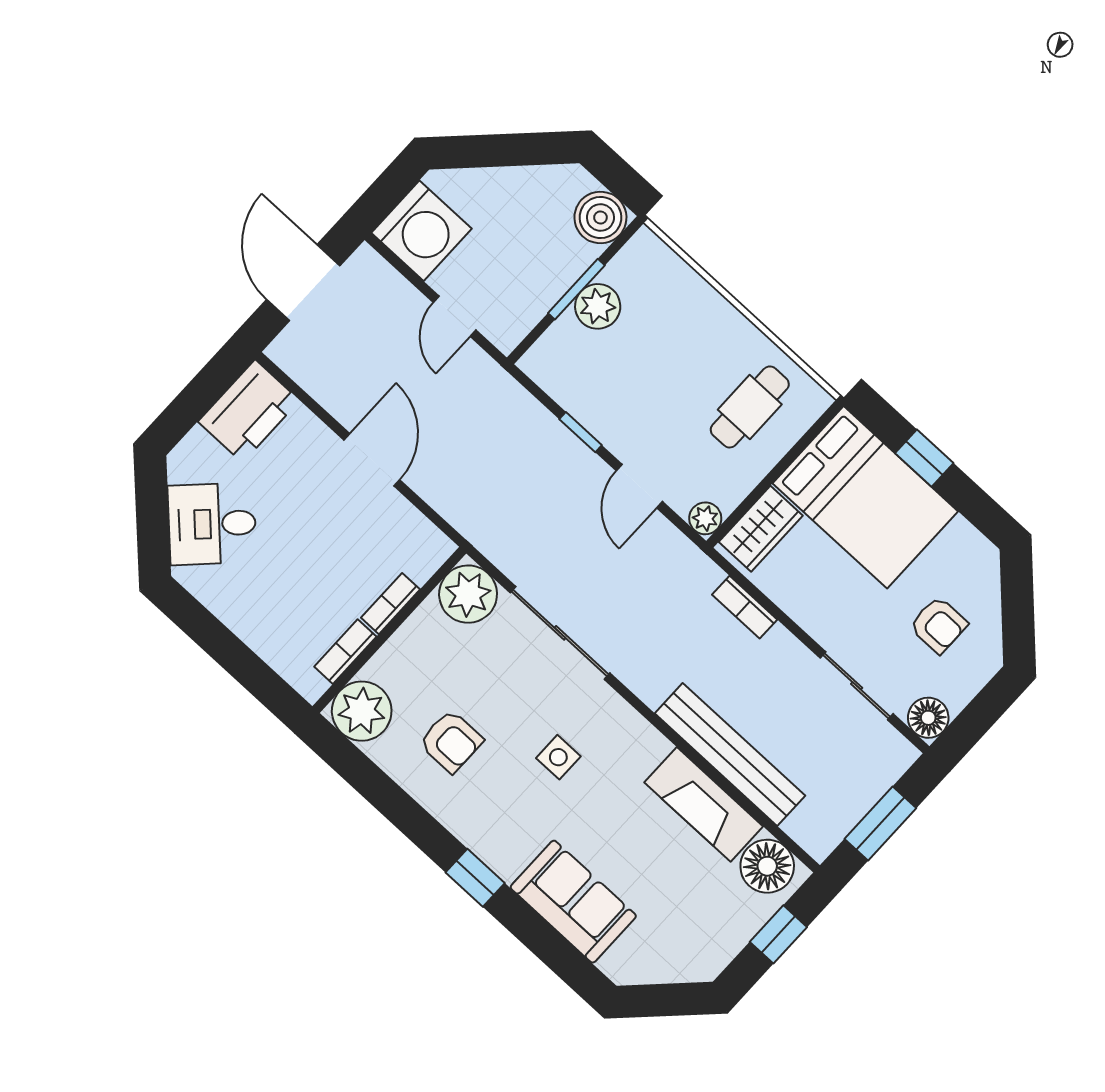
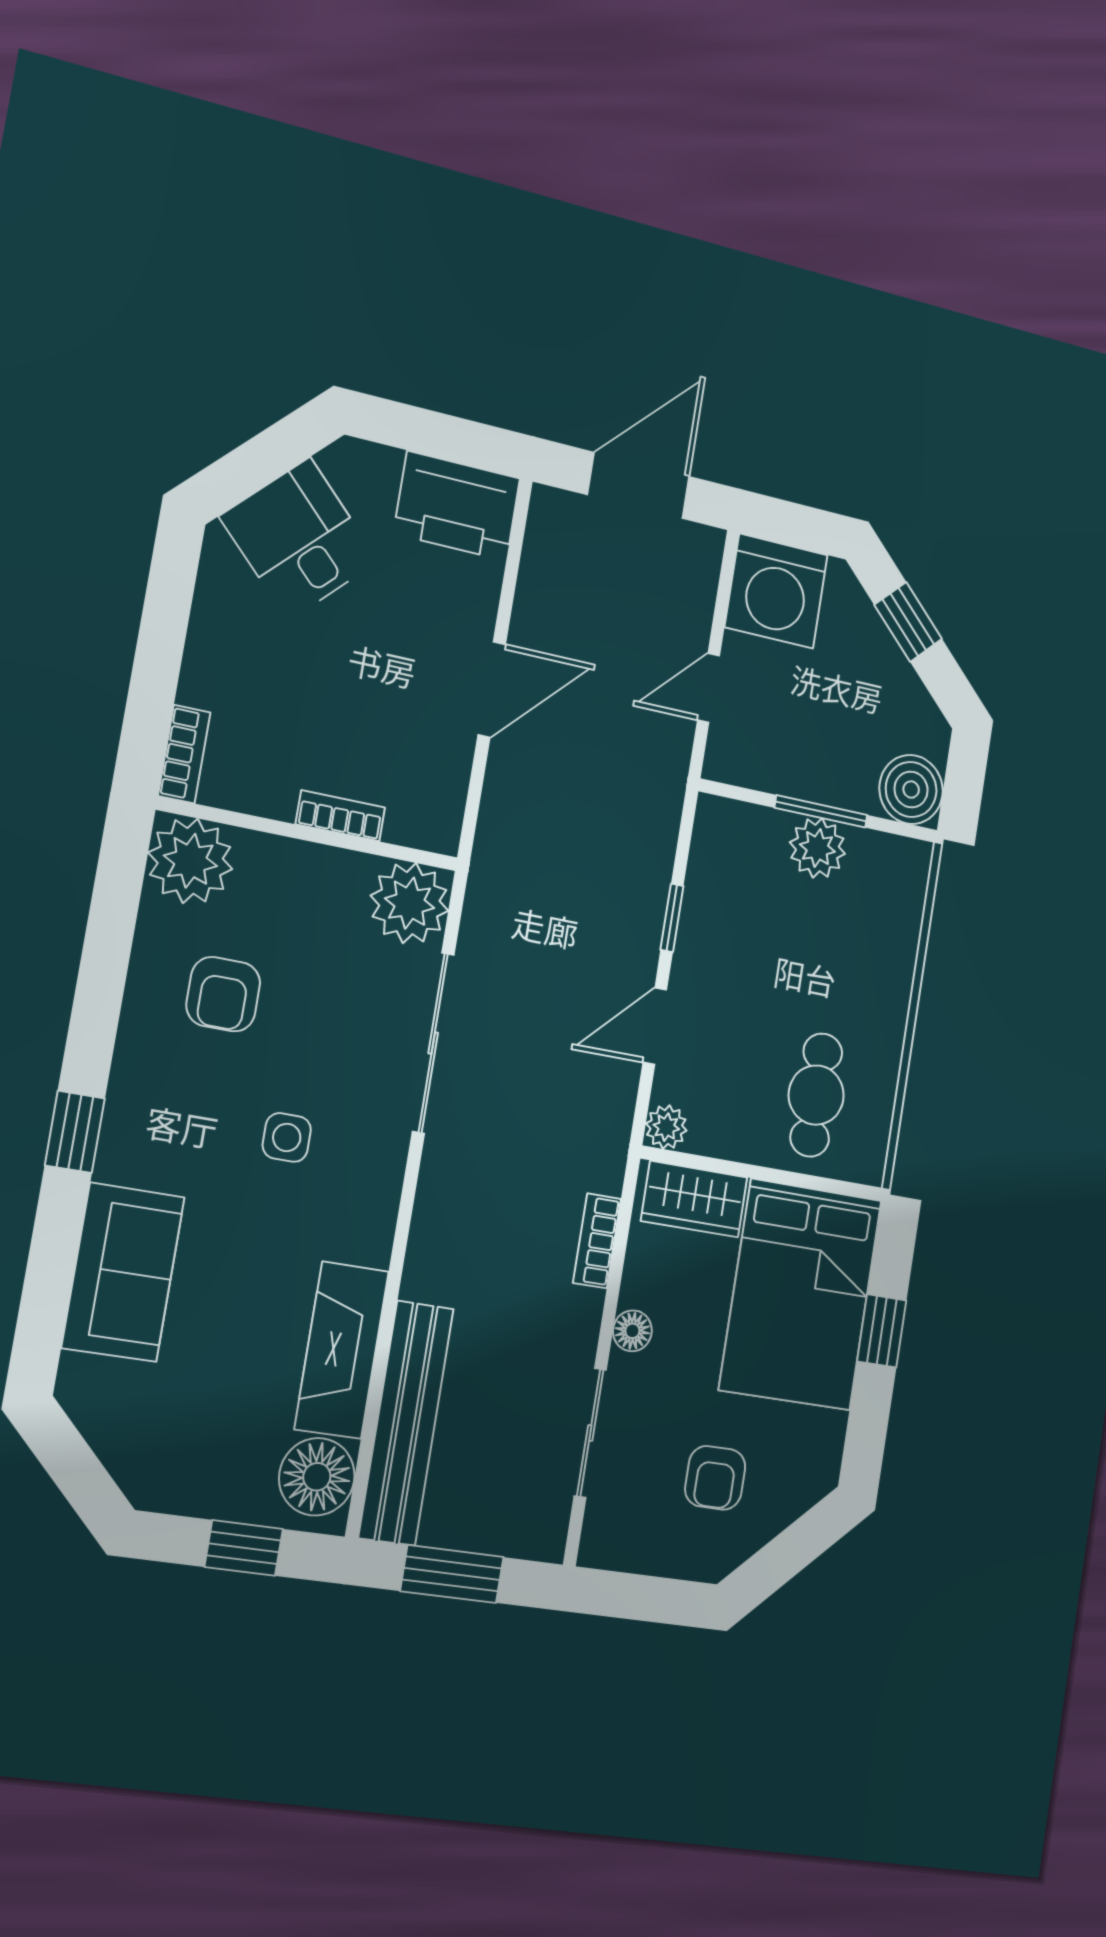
window: (494, 151) -> (908, 622), added
cafe table: (750, 407) -> (816, 1095), turned 90
bookcase: (345, 652) -> (184, 754), moved, turned 90
floor lamp: (928, 718) -> (632, 1331), moved, width x0.73, depth x0.73
bench: (730, 754) -> (406, 1423), moved

